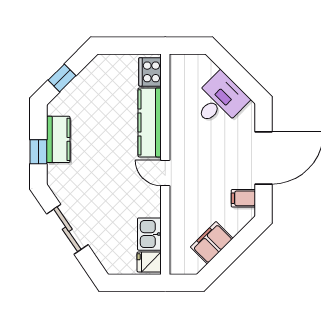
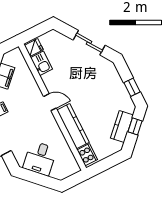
kitchen counter: (58, 139) -> (122, 127), moved, turned 45
window: (38, 152) -> (132, 87), moved

